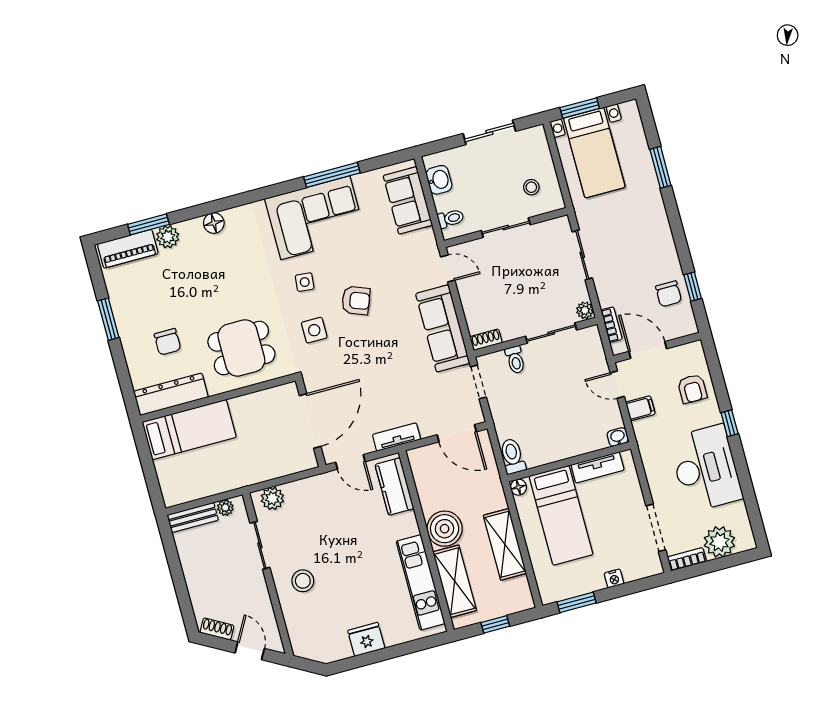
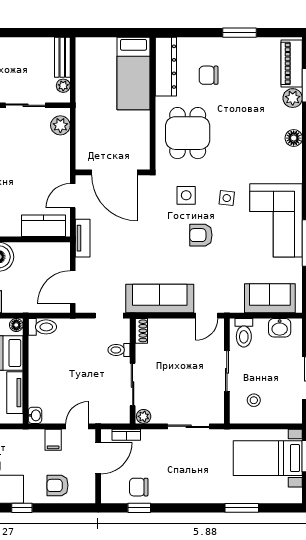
toilet: (451, 218) -> (244, 333), width x1.37, depth x1.39
armchair: (356, 300) -> (201, 235), turned 69

